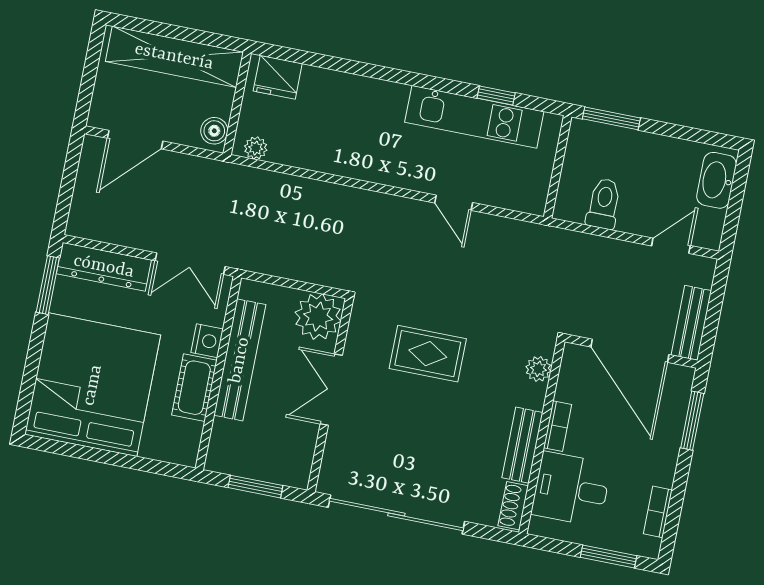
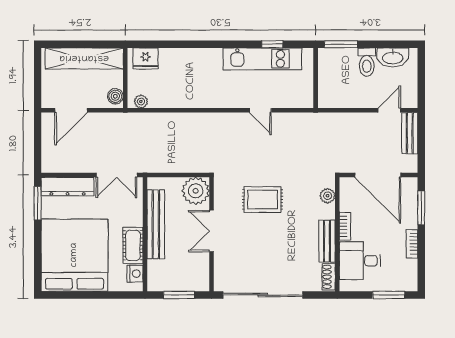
washbasin: (717, 180) -> (393, 57), moved, turned -90
toilet: (604, 204) -> (367, 62), moved, turned 180
bench: (691, 323) -> (410, 133), moved
nightstand: (207, 341) -> (135, 274), moved
bookcase: (658, 512) -> (412, 244), moved

